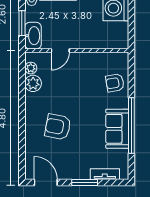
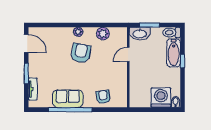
door: (60, 51) -> (128, 55), hinge flipped
plant: (31, 68) -> (78, 32), moved
armchair: (58, 127) -> (81, 53), moved
door: (46, 182) -> (26, 43), hinge flipped

